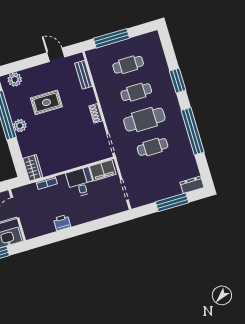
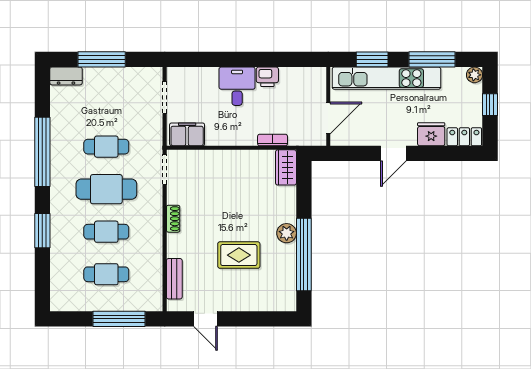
plant: (15, 80) -> (274, 301), removed
desk: (81, 182) -> (237, 86), moved, turned 180

